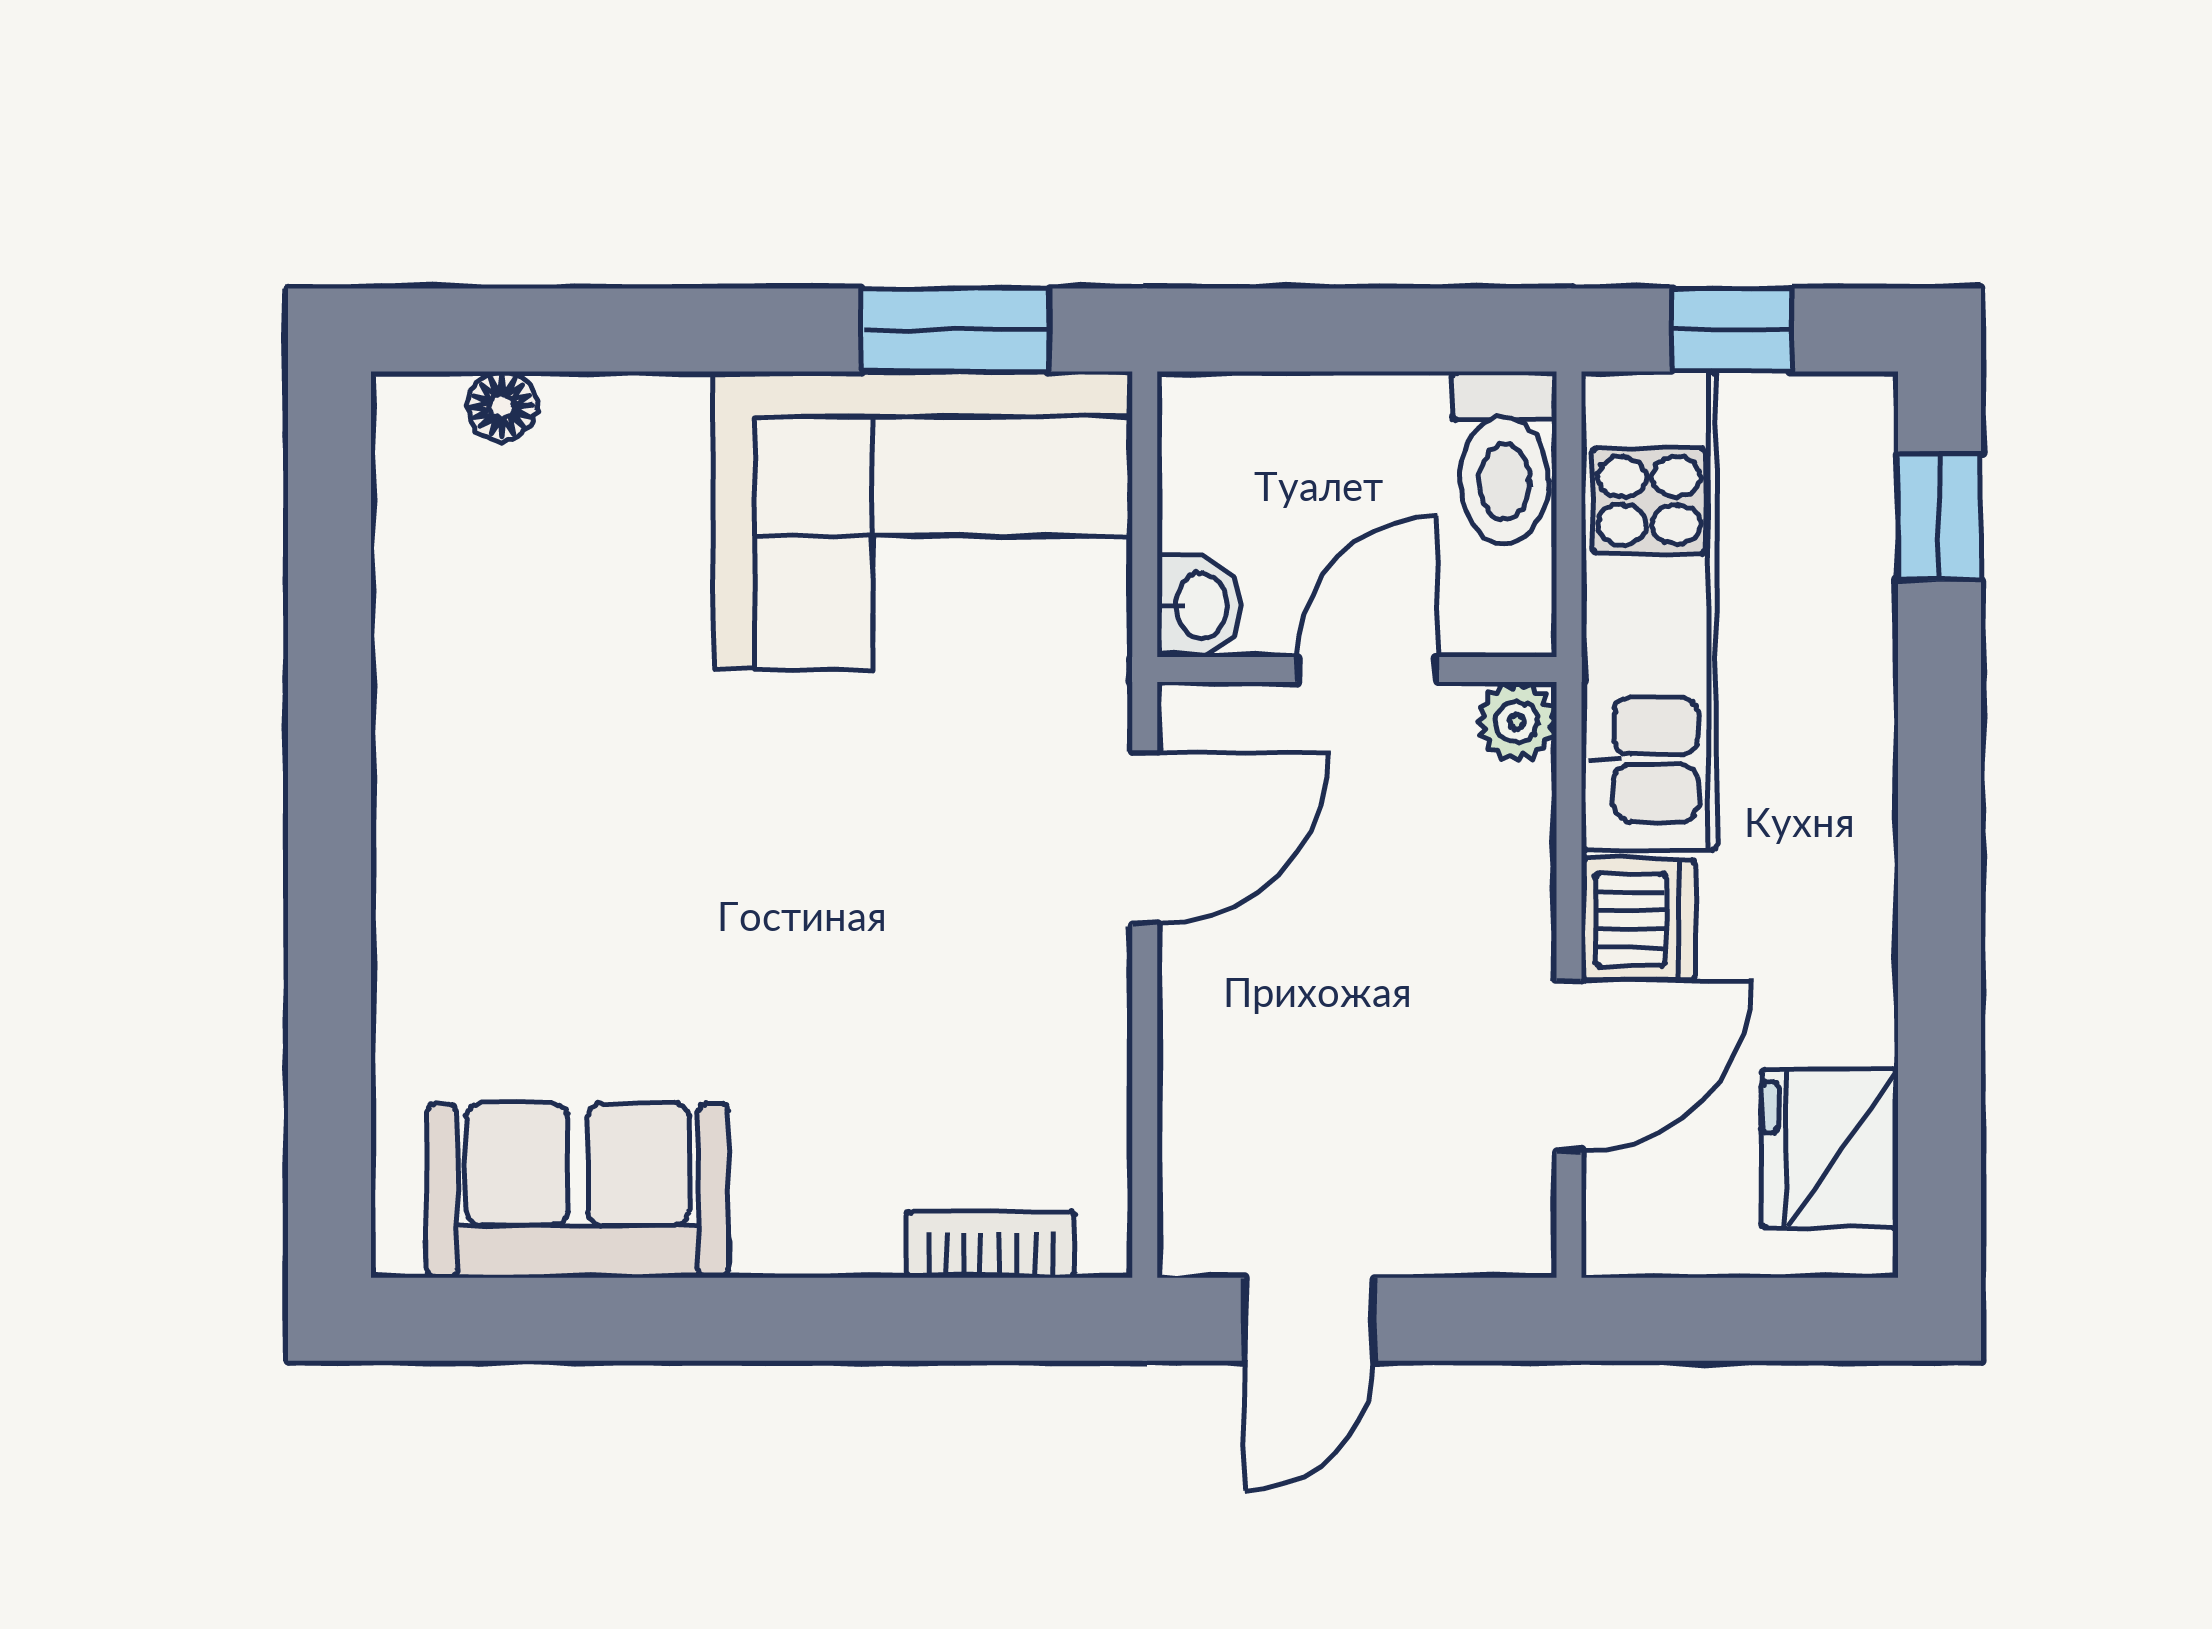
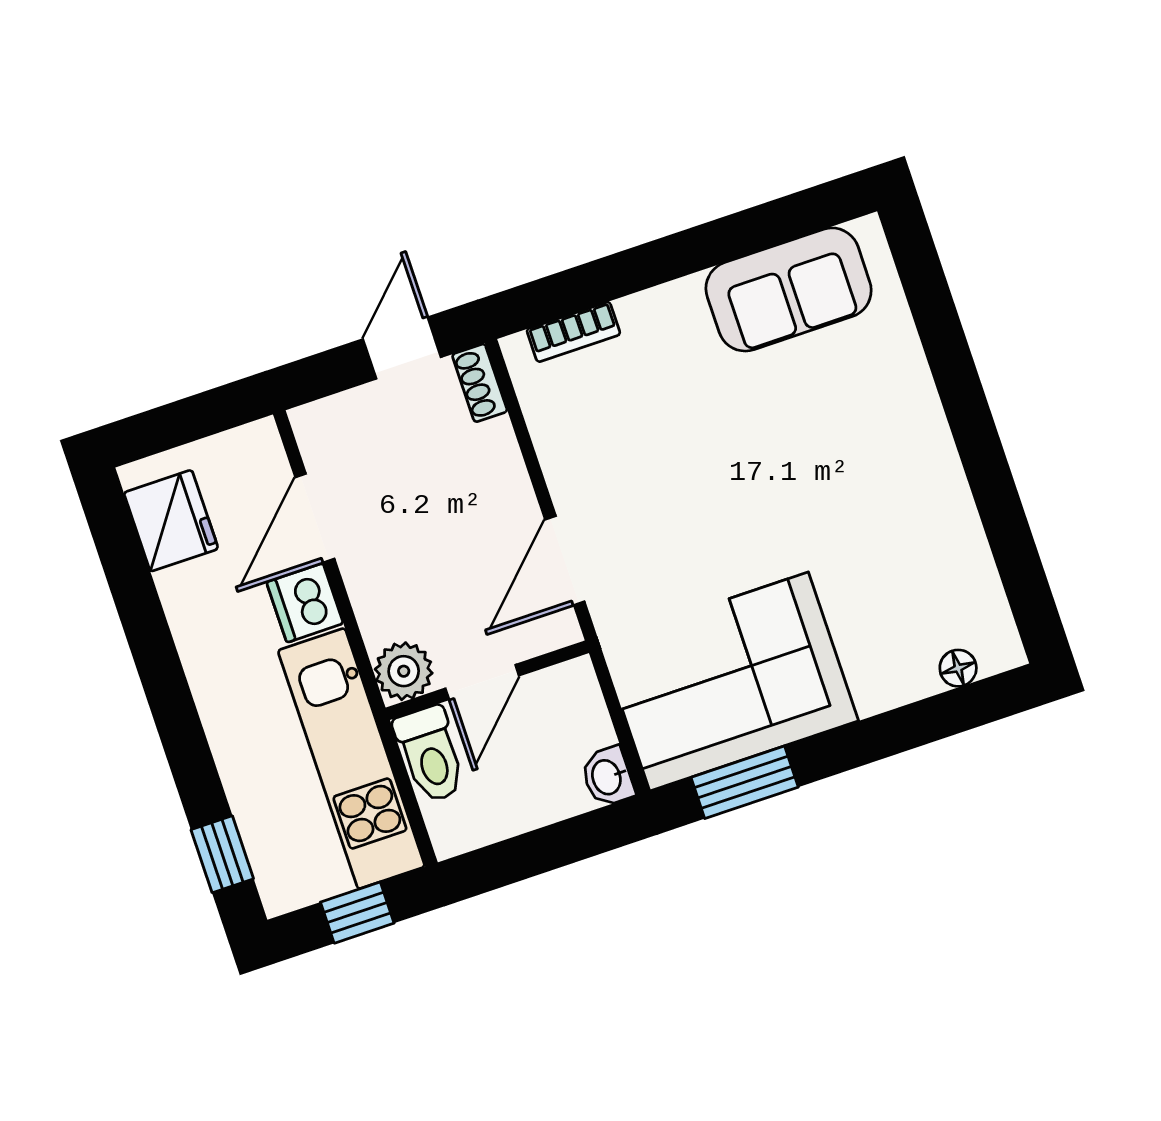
toilet: (1504, 458) -> (430, 754), moved, turned 180
washbasin: (1199, 606) -> (608, 777), moved
plant: (1517, 722) -> (404, 671), width x1.38, depth x1.38
shoe rack: (1190, 1209) -> (480, 383), added

